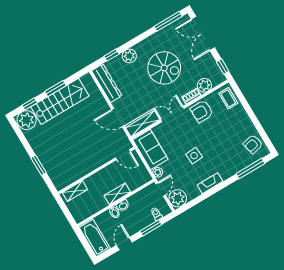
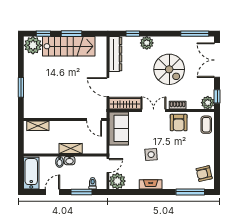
plant: (204, 85) -> (208, 103), moved
armchair: (202, 111) -> (179, 123), turned -90
plant: (158, 172) -> (114, 150), removed

